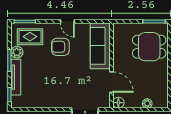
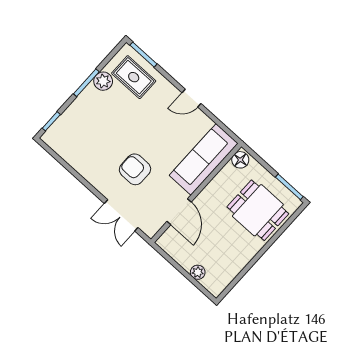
door: (67, 21) -> (192, 98), hinge flipped
armchair: (60, 47) -> (135, 169), moved
tv unit: (16, 77) -> (76, 108), removed
floor lamp: (118, 103) -> (240, 160), moved

